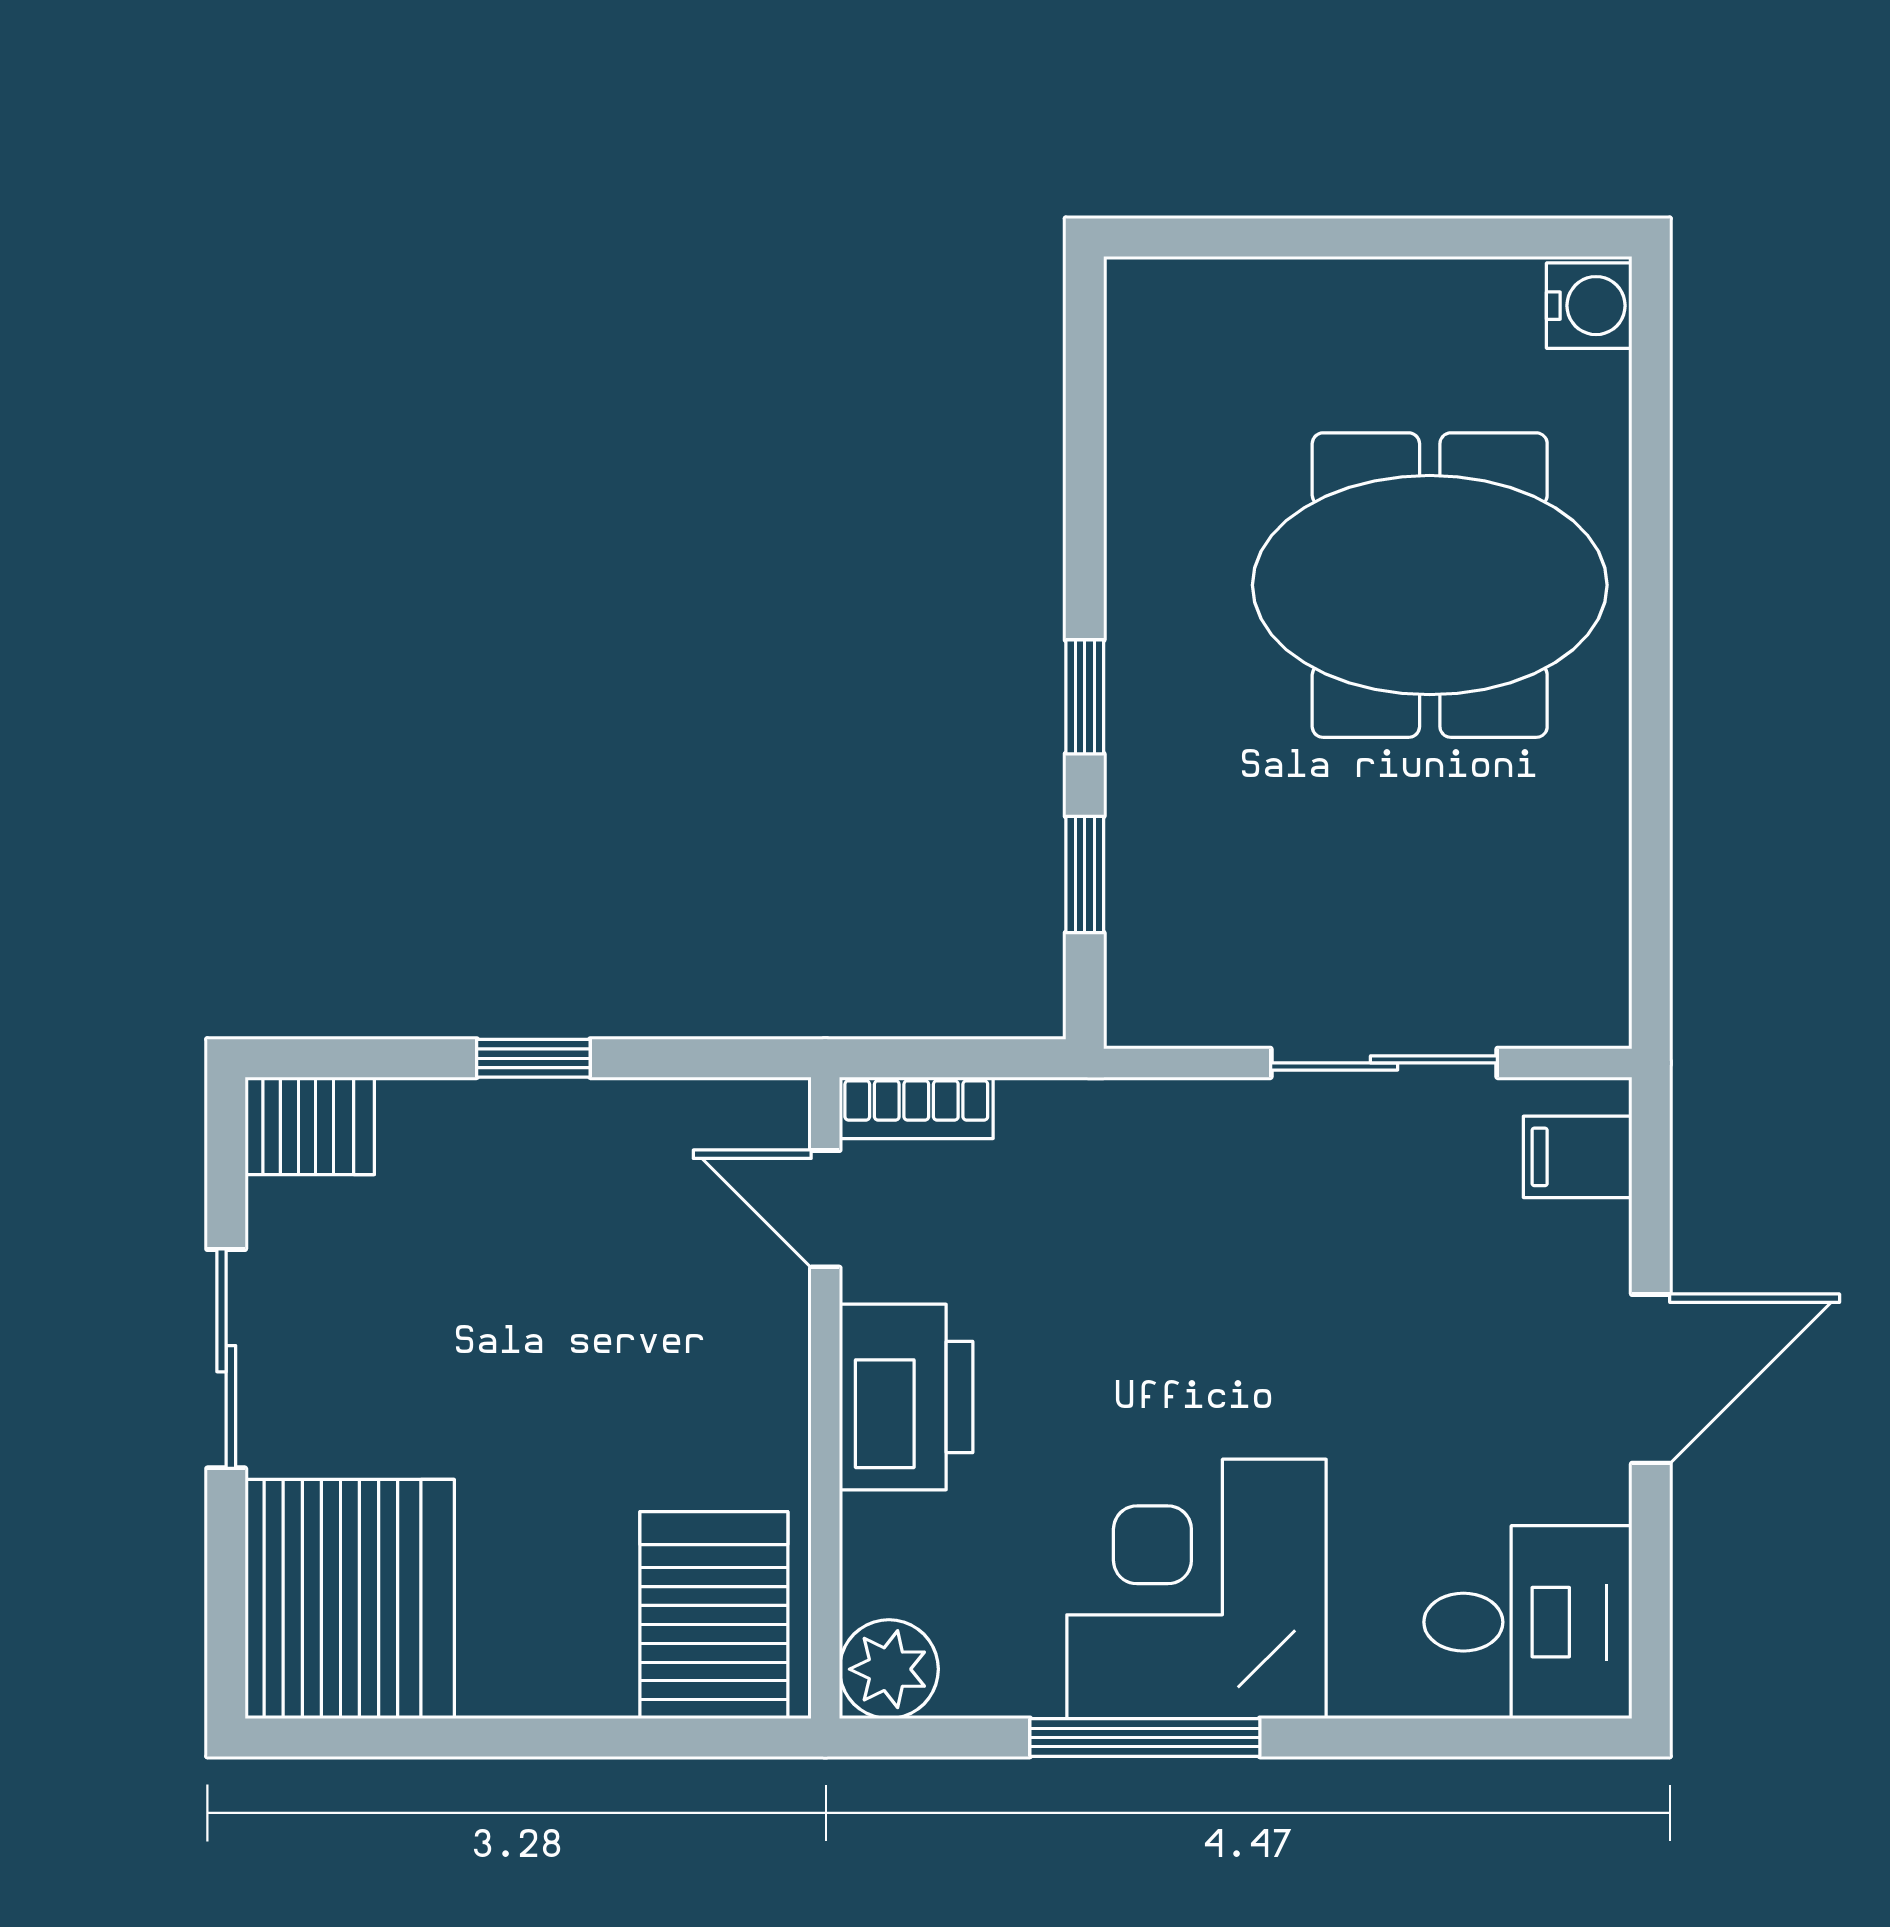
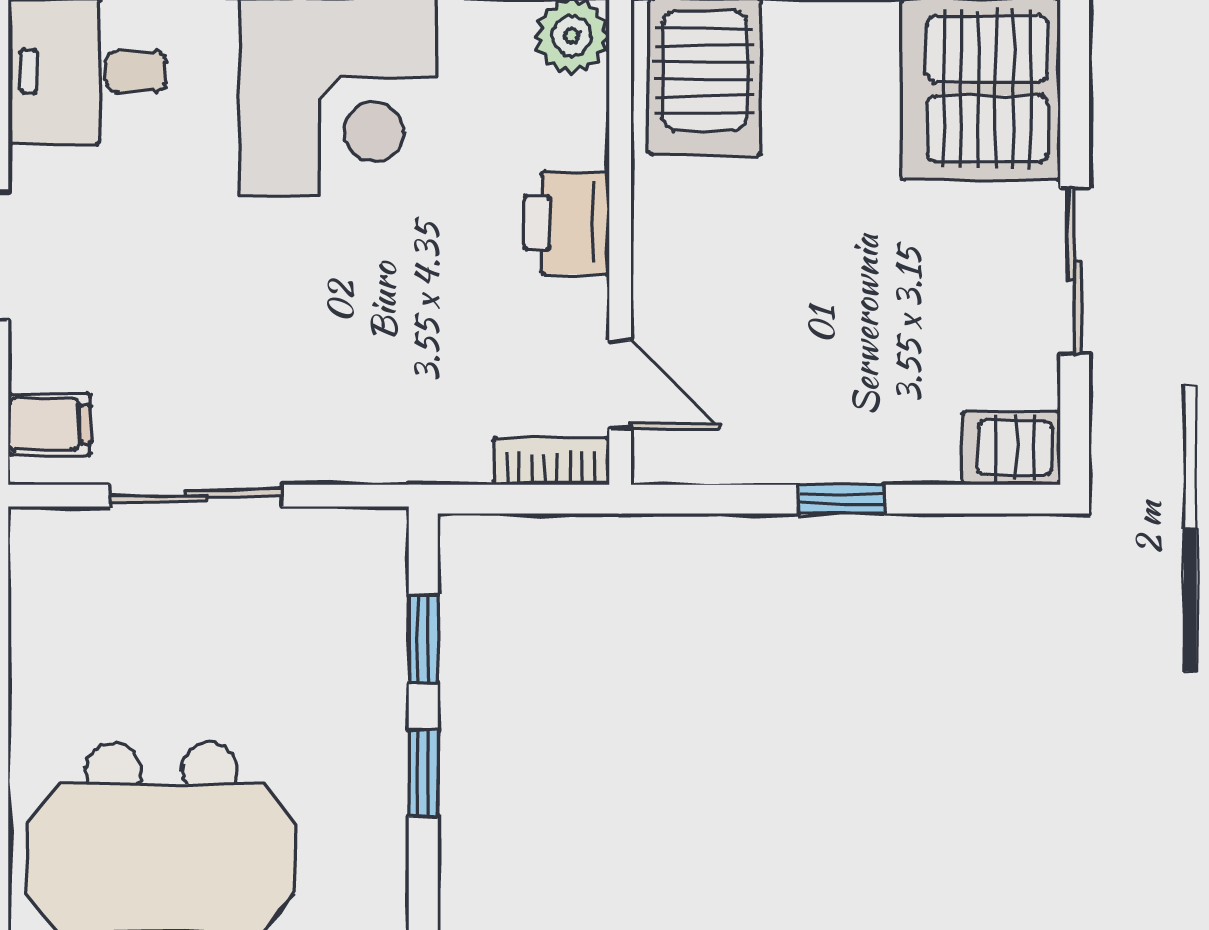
printer: (906, 1397) -> (567, 223), width x0.73, depth x0.84

